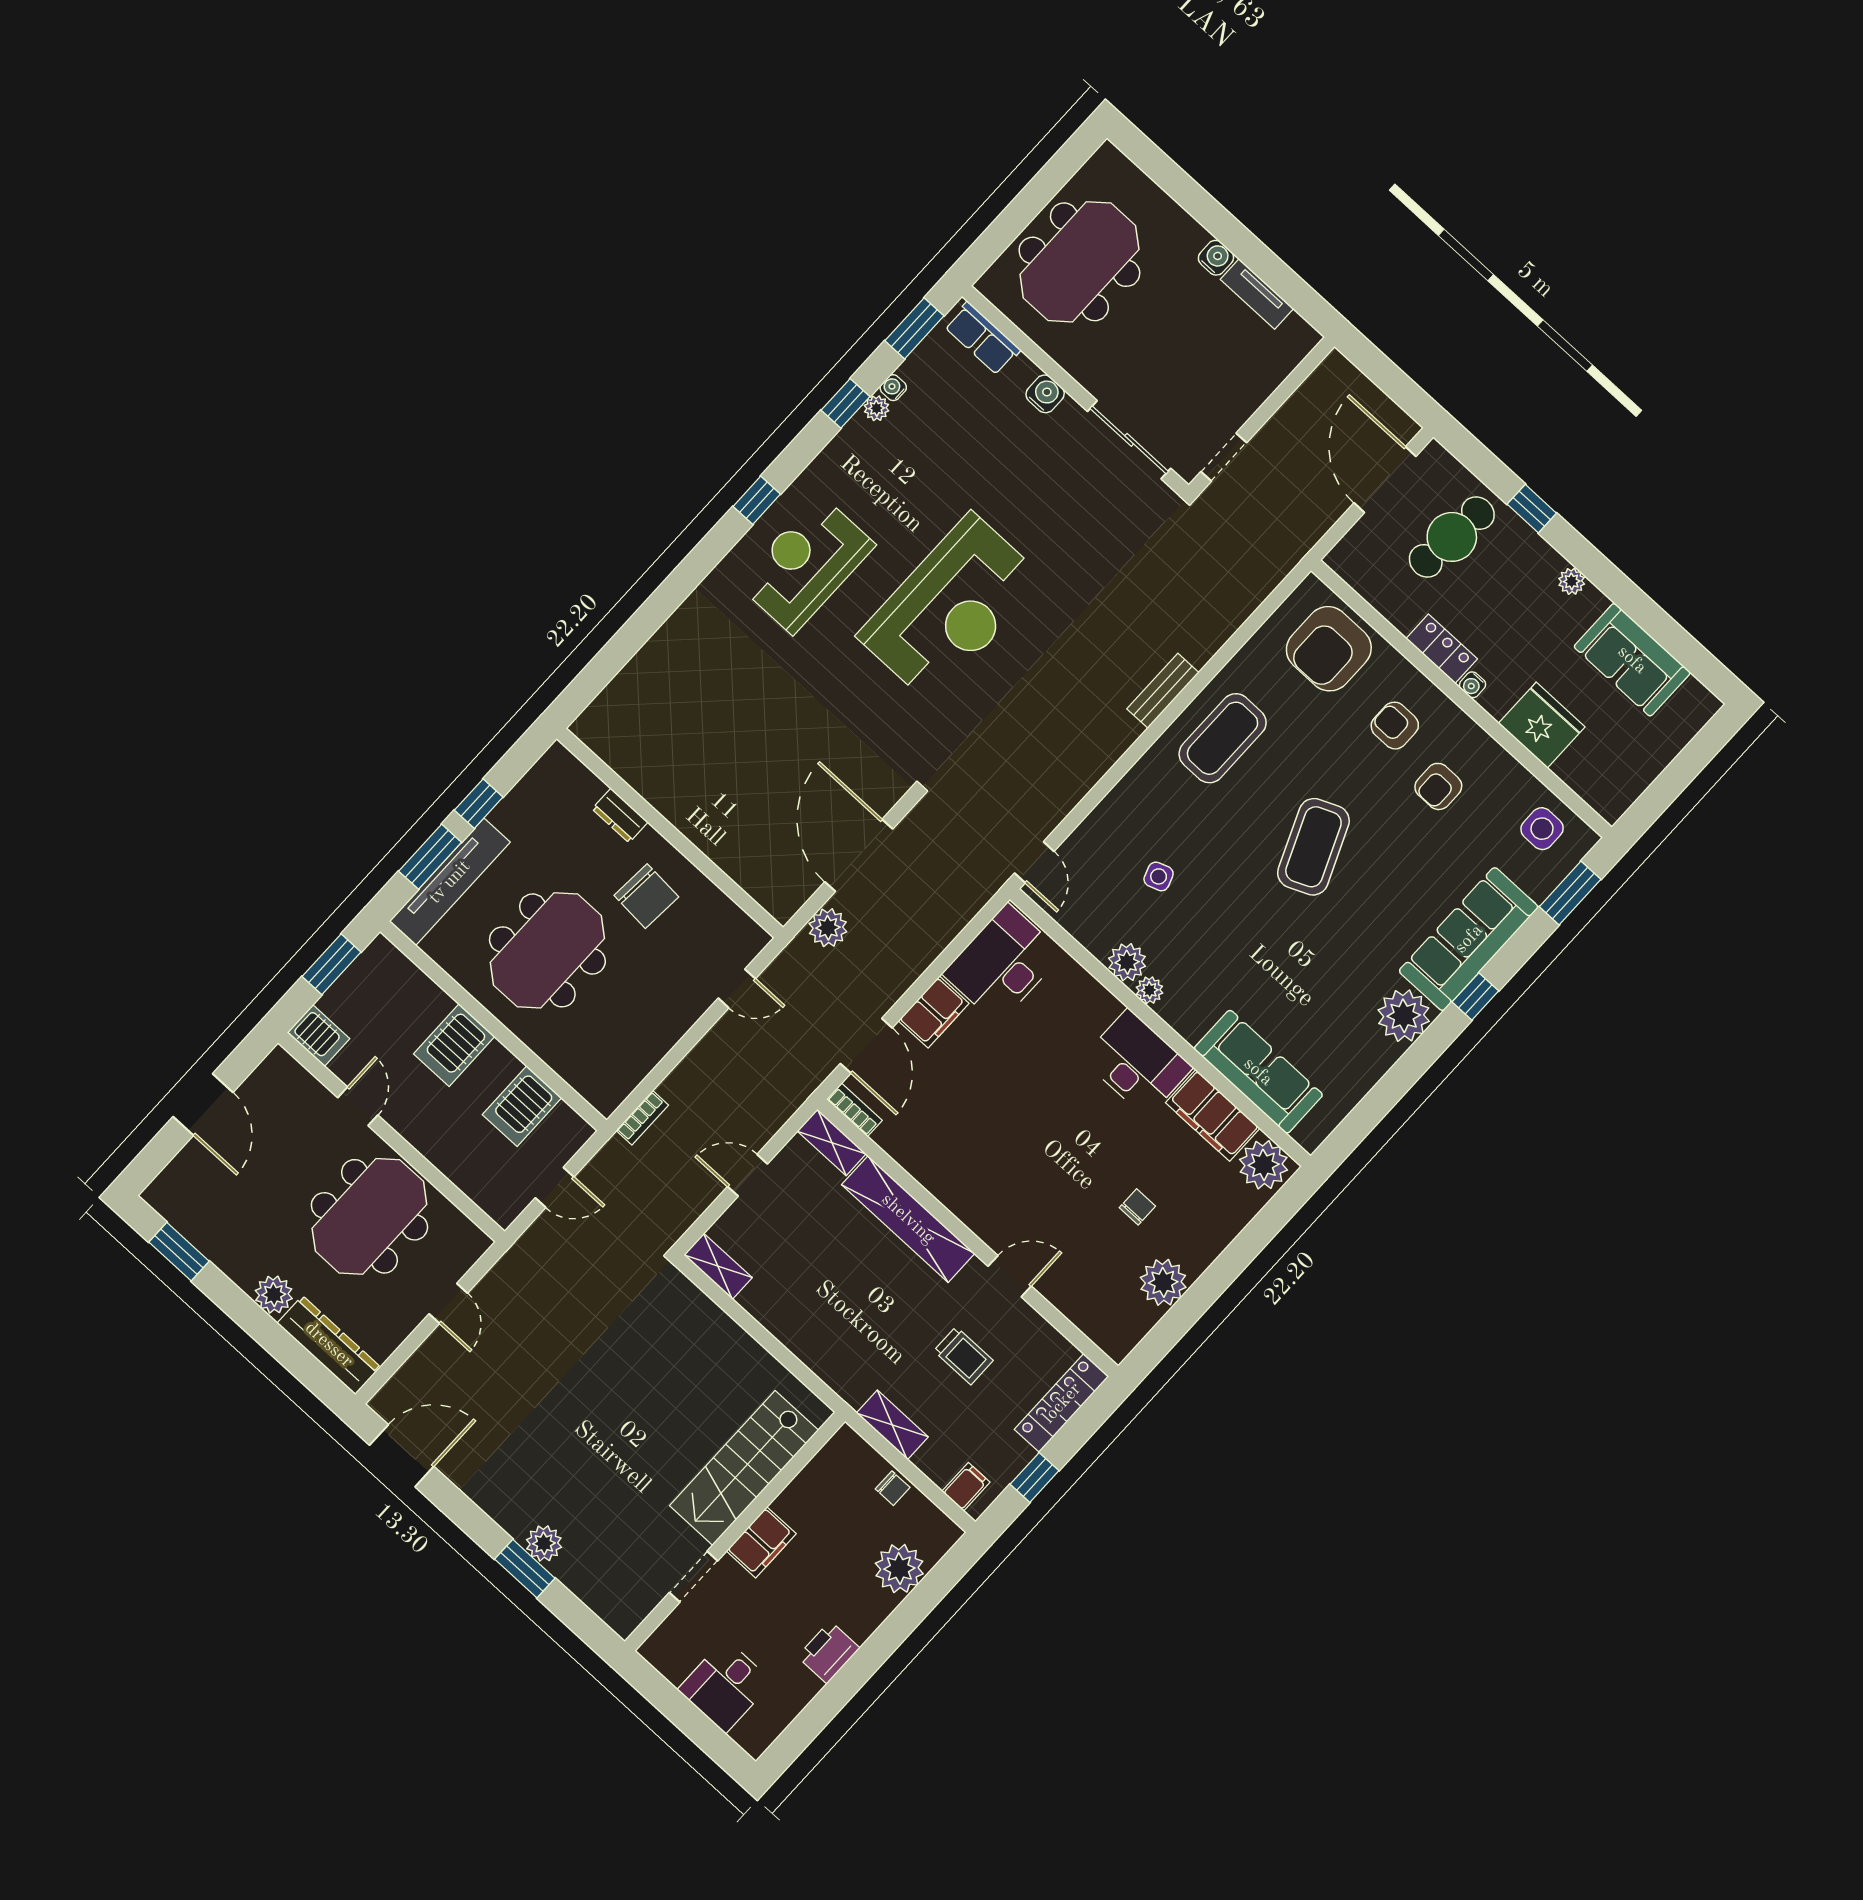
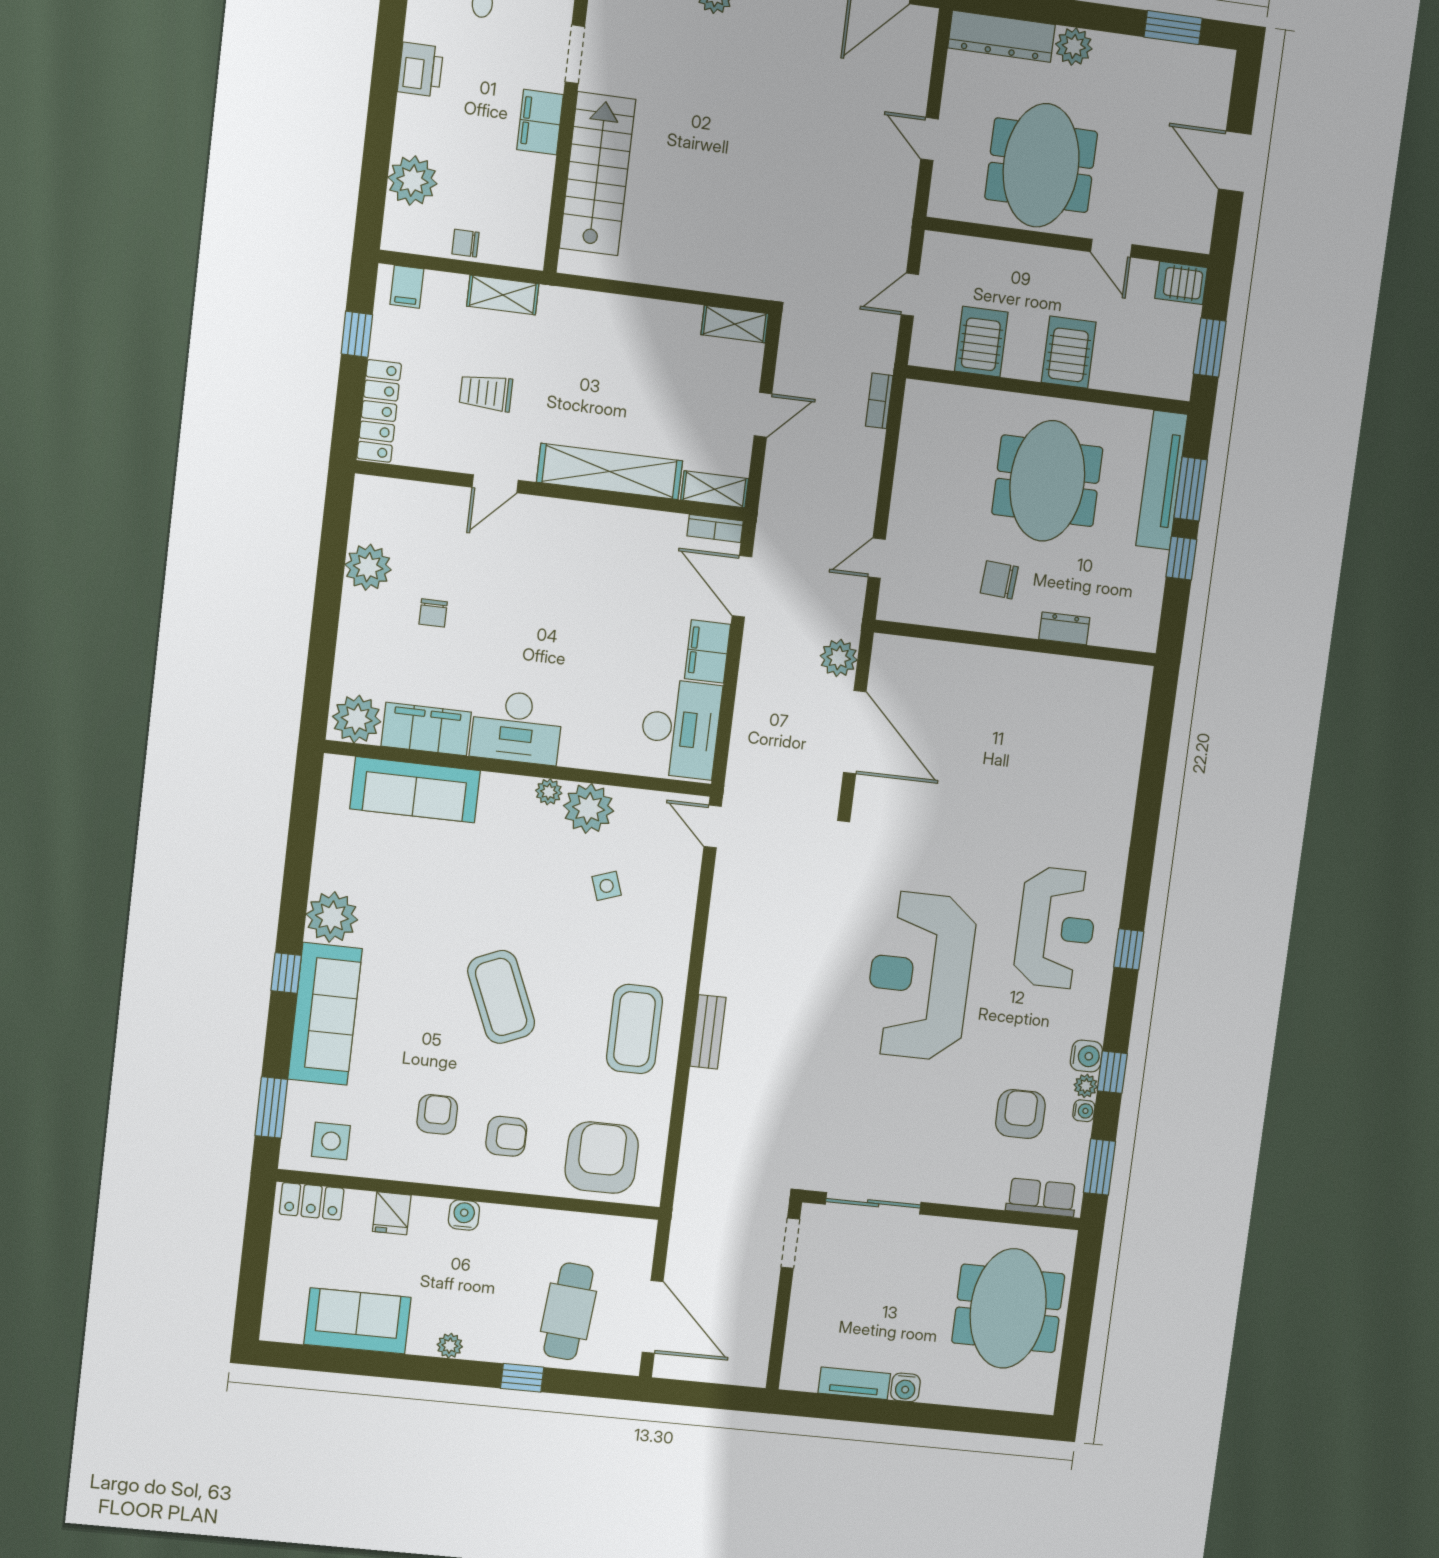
water cooler: (1045, 394) -> (1086, 1056), moved, turned -90
armchair: (949, 425) -> (1020, 1114), added
locker: (1442, 649) -> (312, 1201), moved
water cooler: (1472, 685) -> (464, 1215), width x1.38, depth x1.38
fridge: (1542, 725) -> (392, 1213), width x0.53, depth x0.75
chair: (646, 896) -> (999, 580), width x0.73, depth x0.73
plant: (1127, 962) -> (589, 808), width x1.36, depth x1.36

